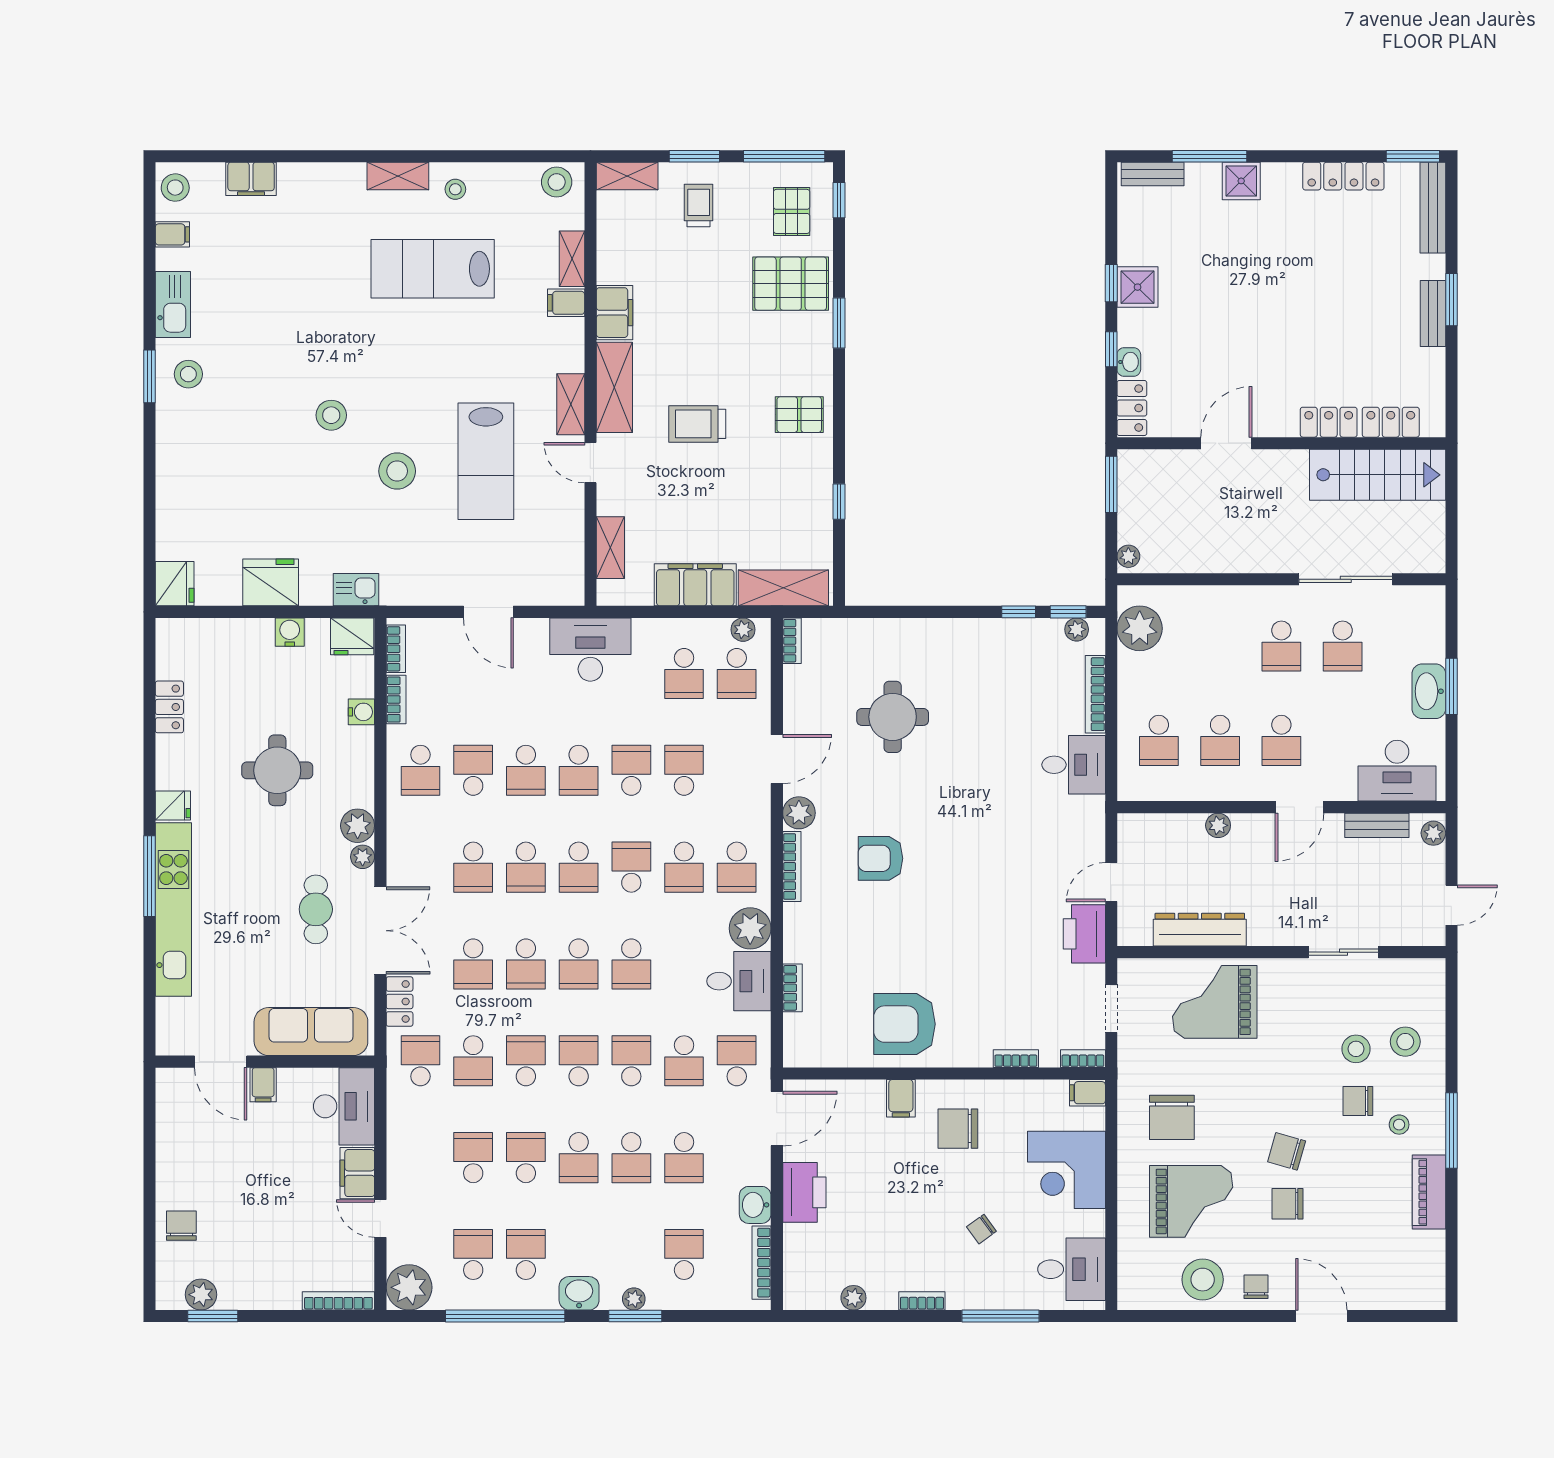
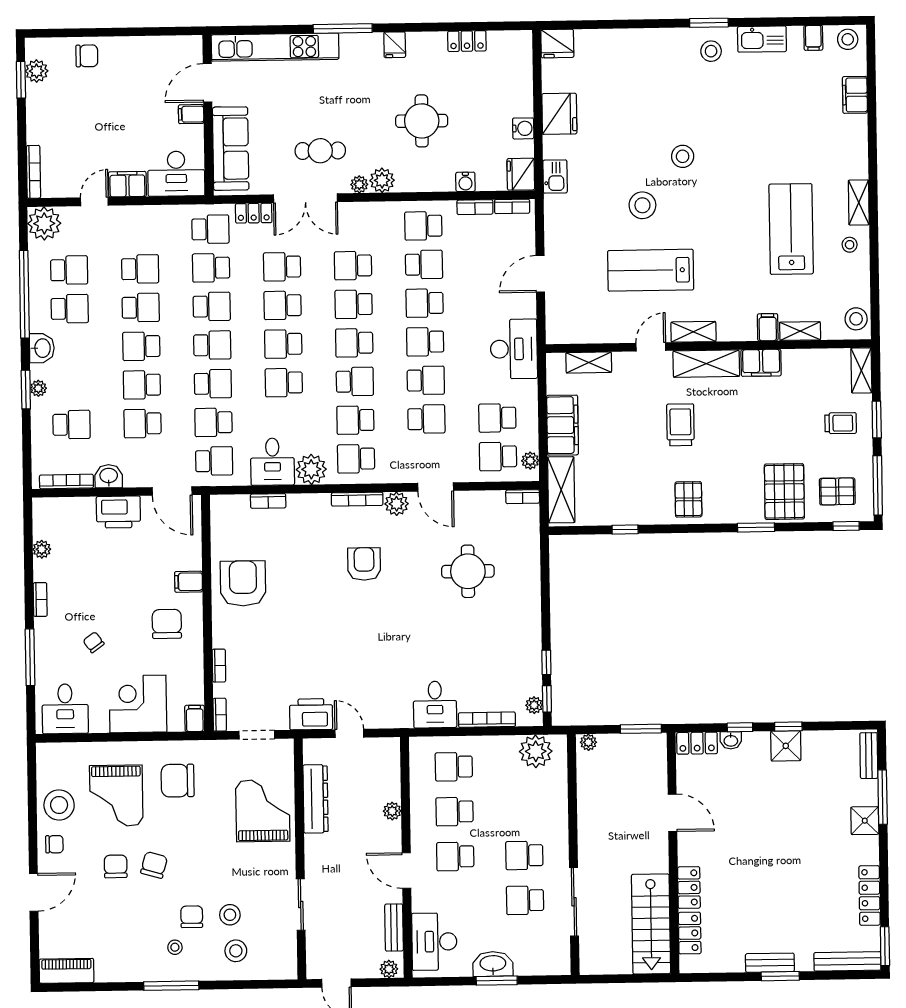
kitchen unit: (173, 909) -> (275, 47), moved
piano: (1429, 1192) -> (66, 971), moved

